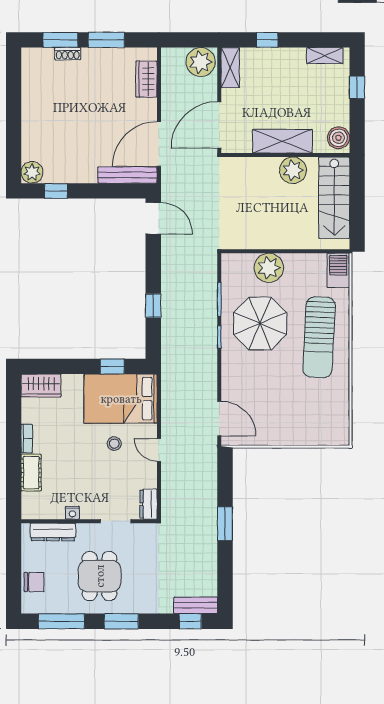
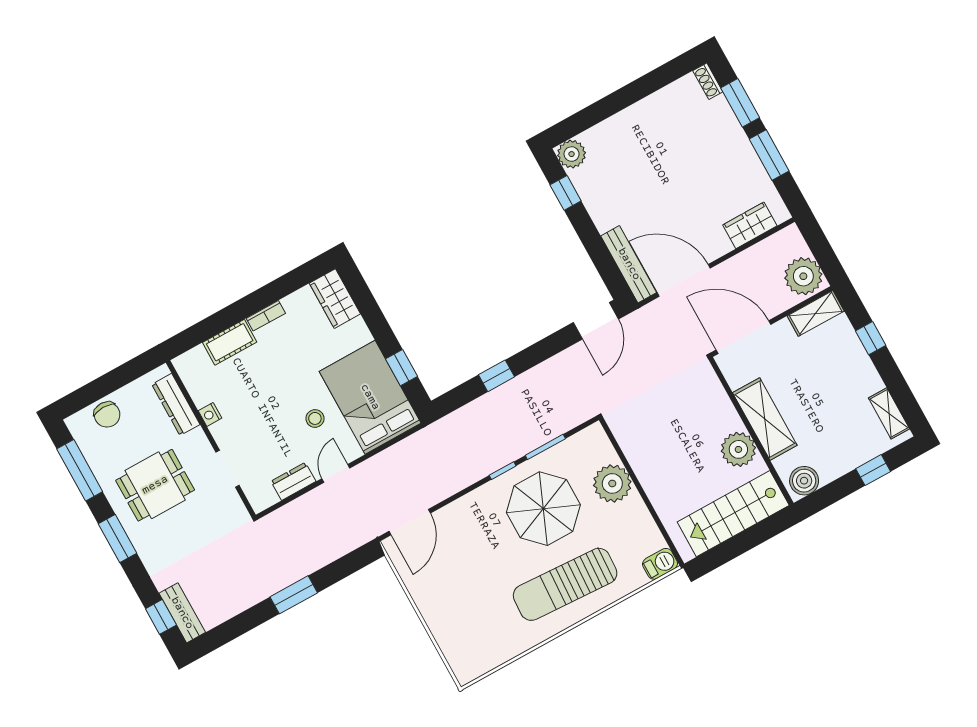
shoe rack: (68, 54) -> (708, 81), moved
barbecue: (338, 270) -> (660, 564), width x0.73, depth x0.79
dresser: (148, 504) -> (293, 481), moved

